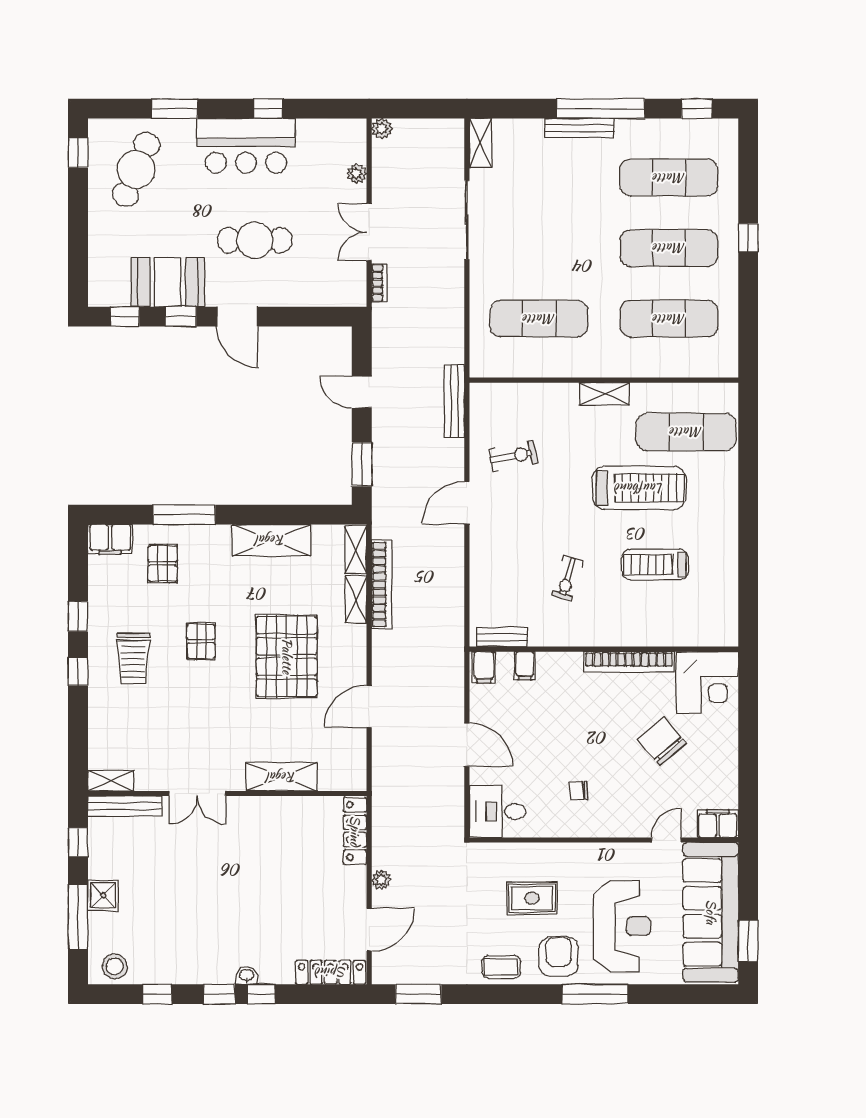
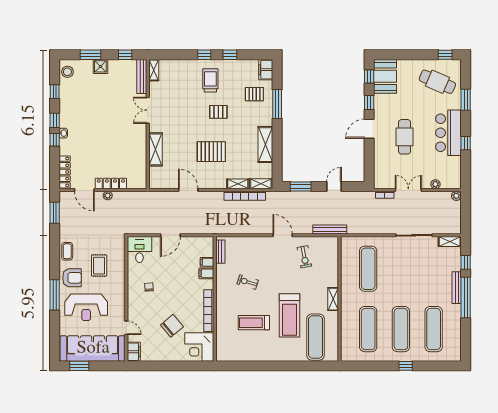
window: (697, 109) -> (466, 262), moved
booth: (168, 282) -> (385, 76), moved
treadmill: (655, 565) -> (254, 323), turned -90
pallet: (287, 656) -> (211, 152), width x0.73, depth x0.71
trolley: (133, 658) -> (210, 80), turned 90
filing cabinet: (484, 667) -> (206, 273), moved
locker: (355, 831) -> (111, 183), moved
window: (78, 917) -> (91, 55), width x0.69

